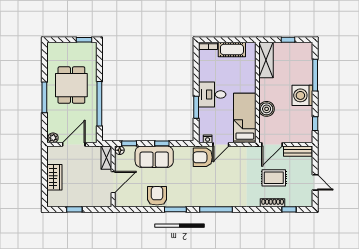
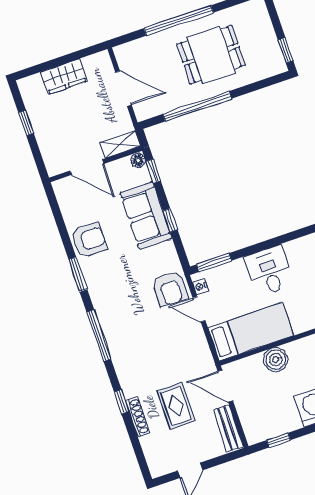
window: (44, 97) -> (179, 20), width x1.46
window: (196, 107) -> (214, 263), moved
plant: (53, 138) -> (123, 54), removed
armchair: (203, 157) -> (170, 289), turned 180
window: (289, 209) -> (122, 402), moved

